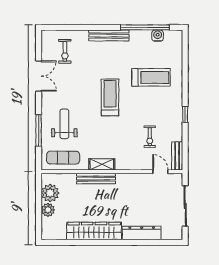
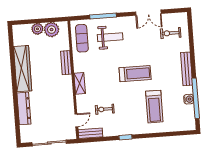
water cooler: (158, 36) -> (189, 99), moved
shelving: (102, 164) -> (80, 83), moved
bench: (96, 179) -> (66, 63), width x0.73

